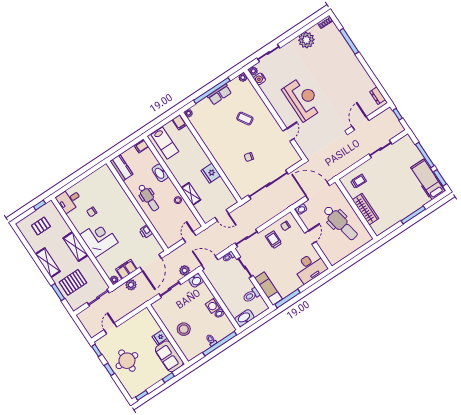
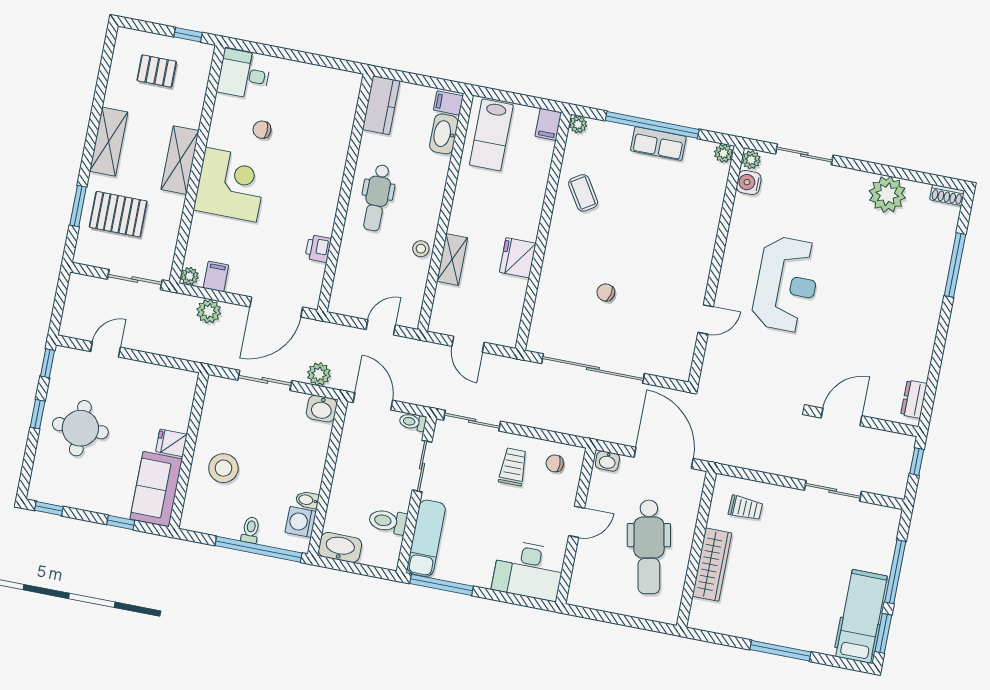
coffee table: (245, 119) -> (583, 193), moved
washbasin: (160, 173) -> (444, 134), moved
filing cabinet: (126, 269) -> (216, 276), width x0.50
washing machine: (213, 306) -> (301, 522), moved

